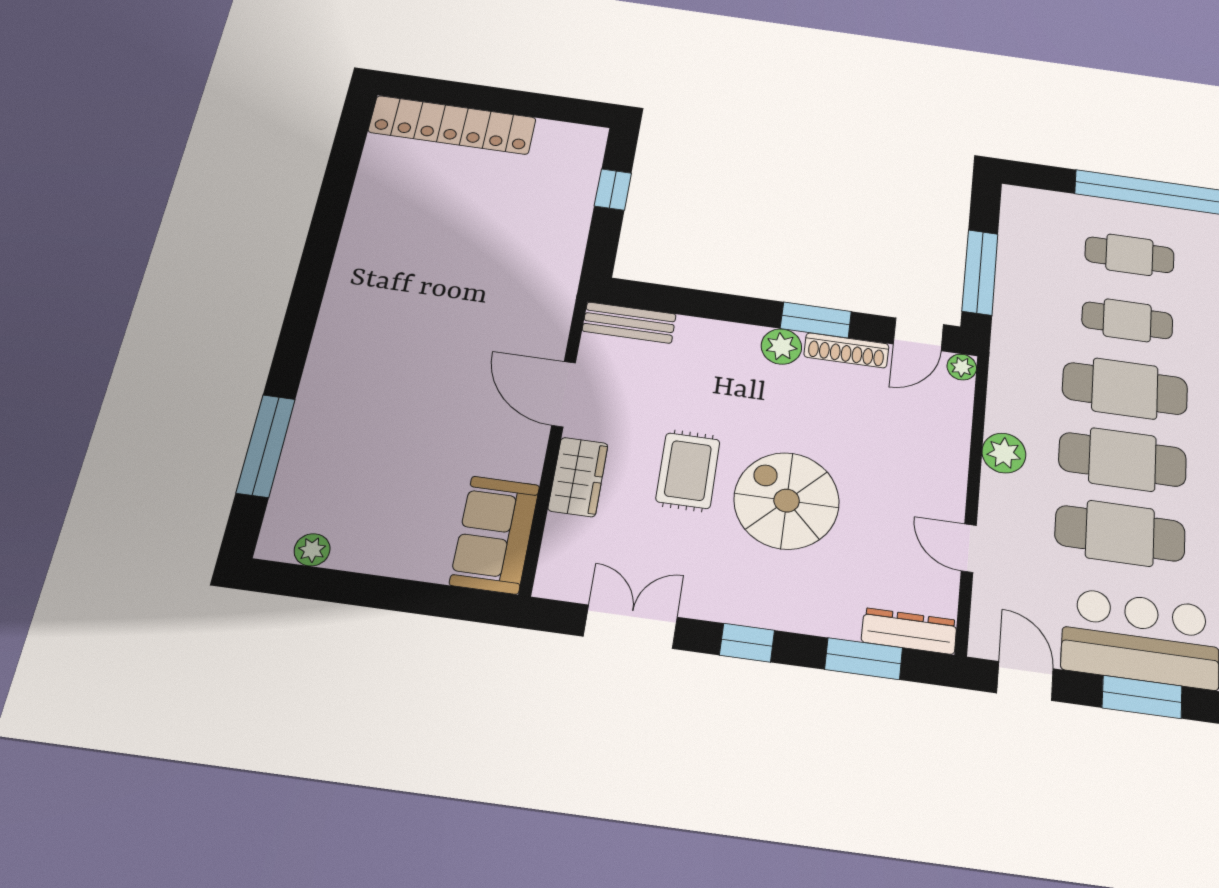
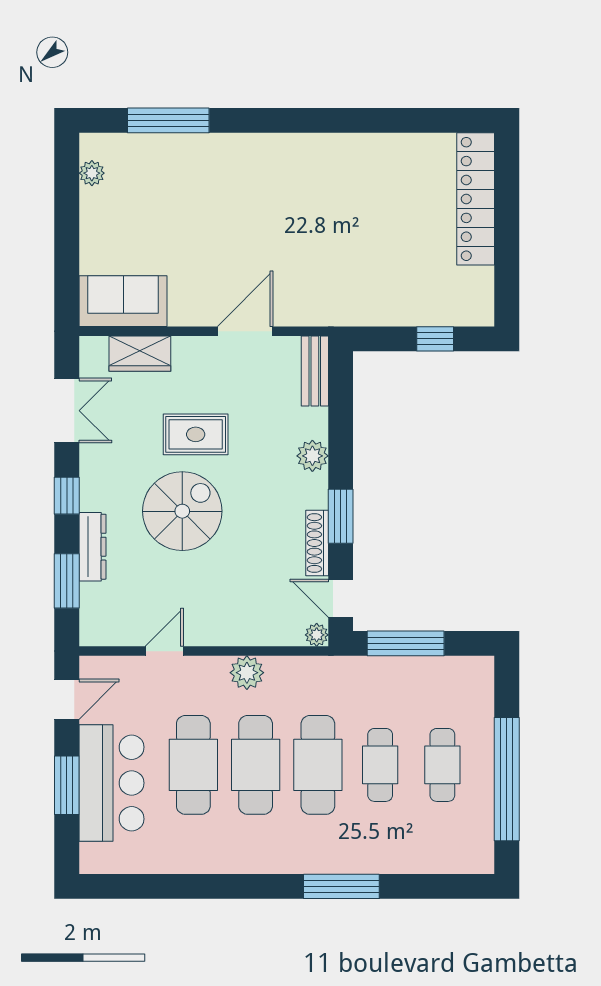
plant: (781, 347) -> (312, 456), moved
wardrobe: (578, 477) -> (140, 354), moved
dresser: (909, 631) -> (93, 547), moved

